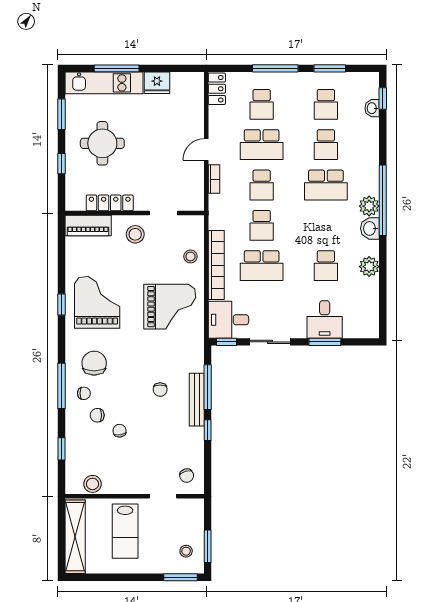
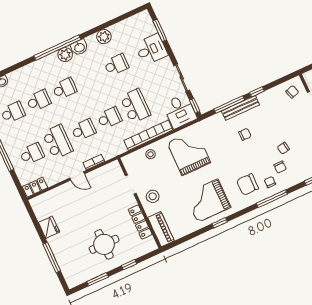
kitchen unit: (104, 83) -> (65, 261), removed
school desk: (326, 185) -> (64, 89), width x0.54
window: (325, 342) -> (160, 30), moved

